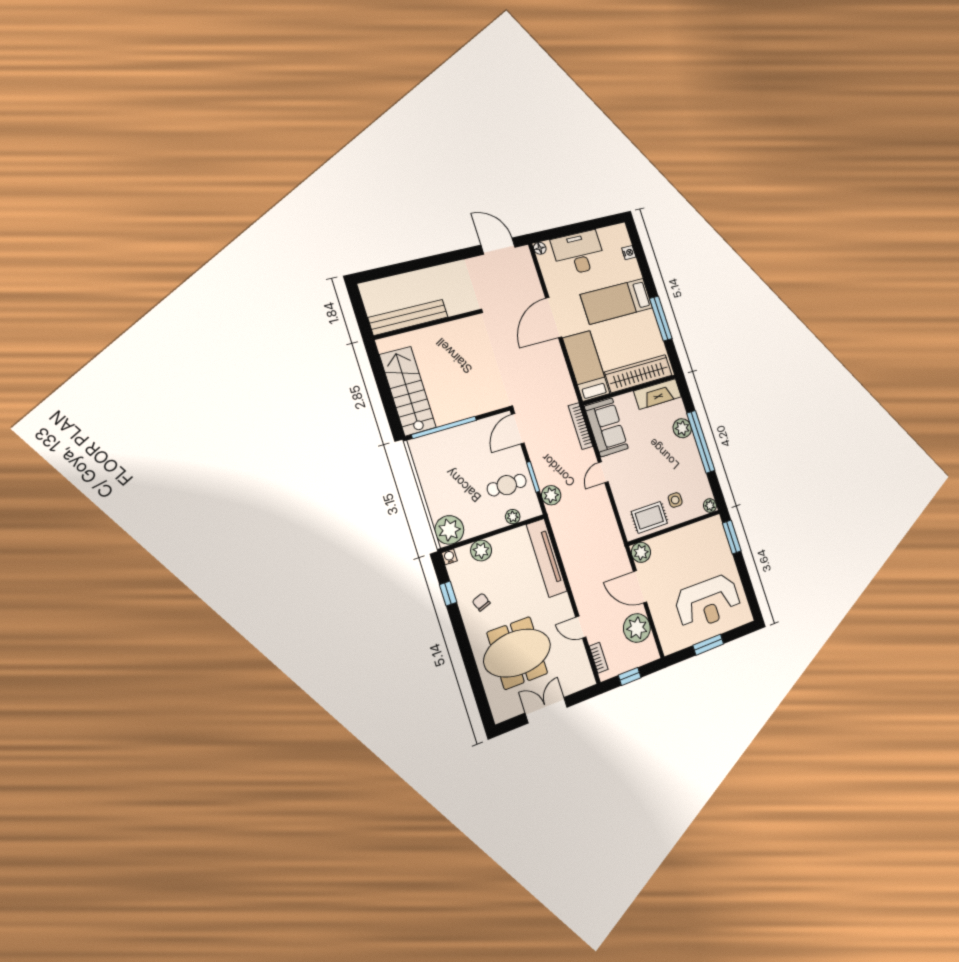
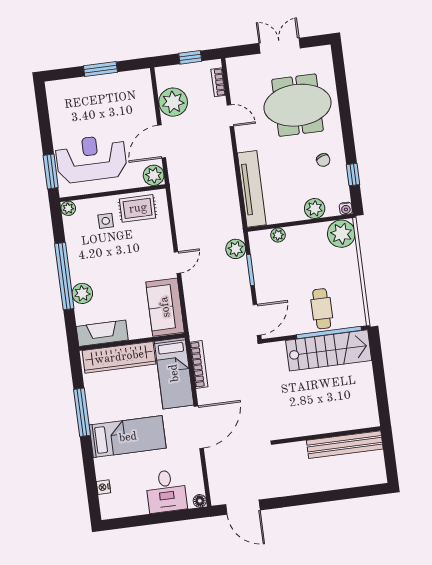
desk: (579, 253) -> (166, 491), width x0.73
stairs: (408, 391) -> (329, 350), moved, turned -90
bookcase: (580, 426) -> (199, 364), moved
cafe table: (507, 485) -> (322, 309), moved, turned 90
door: (640, 587) -> (162, 142), swing flipped
reception desk: (708, 602) -> (91, 159), moved
double door: (546, 710) -> (280, 46), swing flipped

